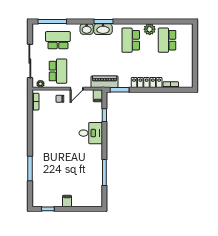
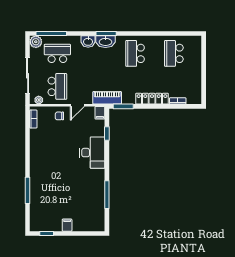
plant: (150, 29) -> (36, 42), moved
desk: (91, 133) -> (92, 153), width x1.37

